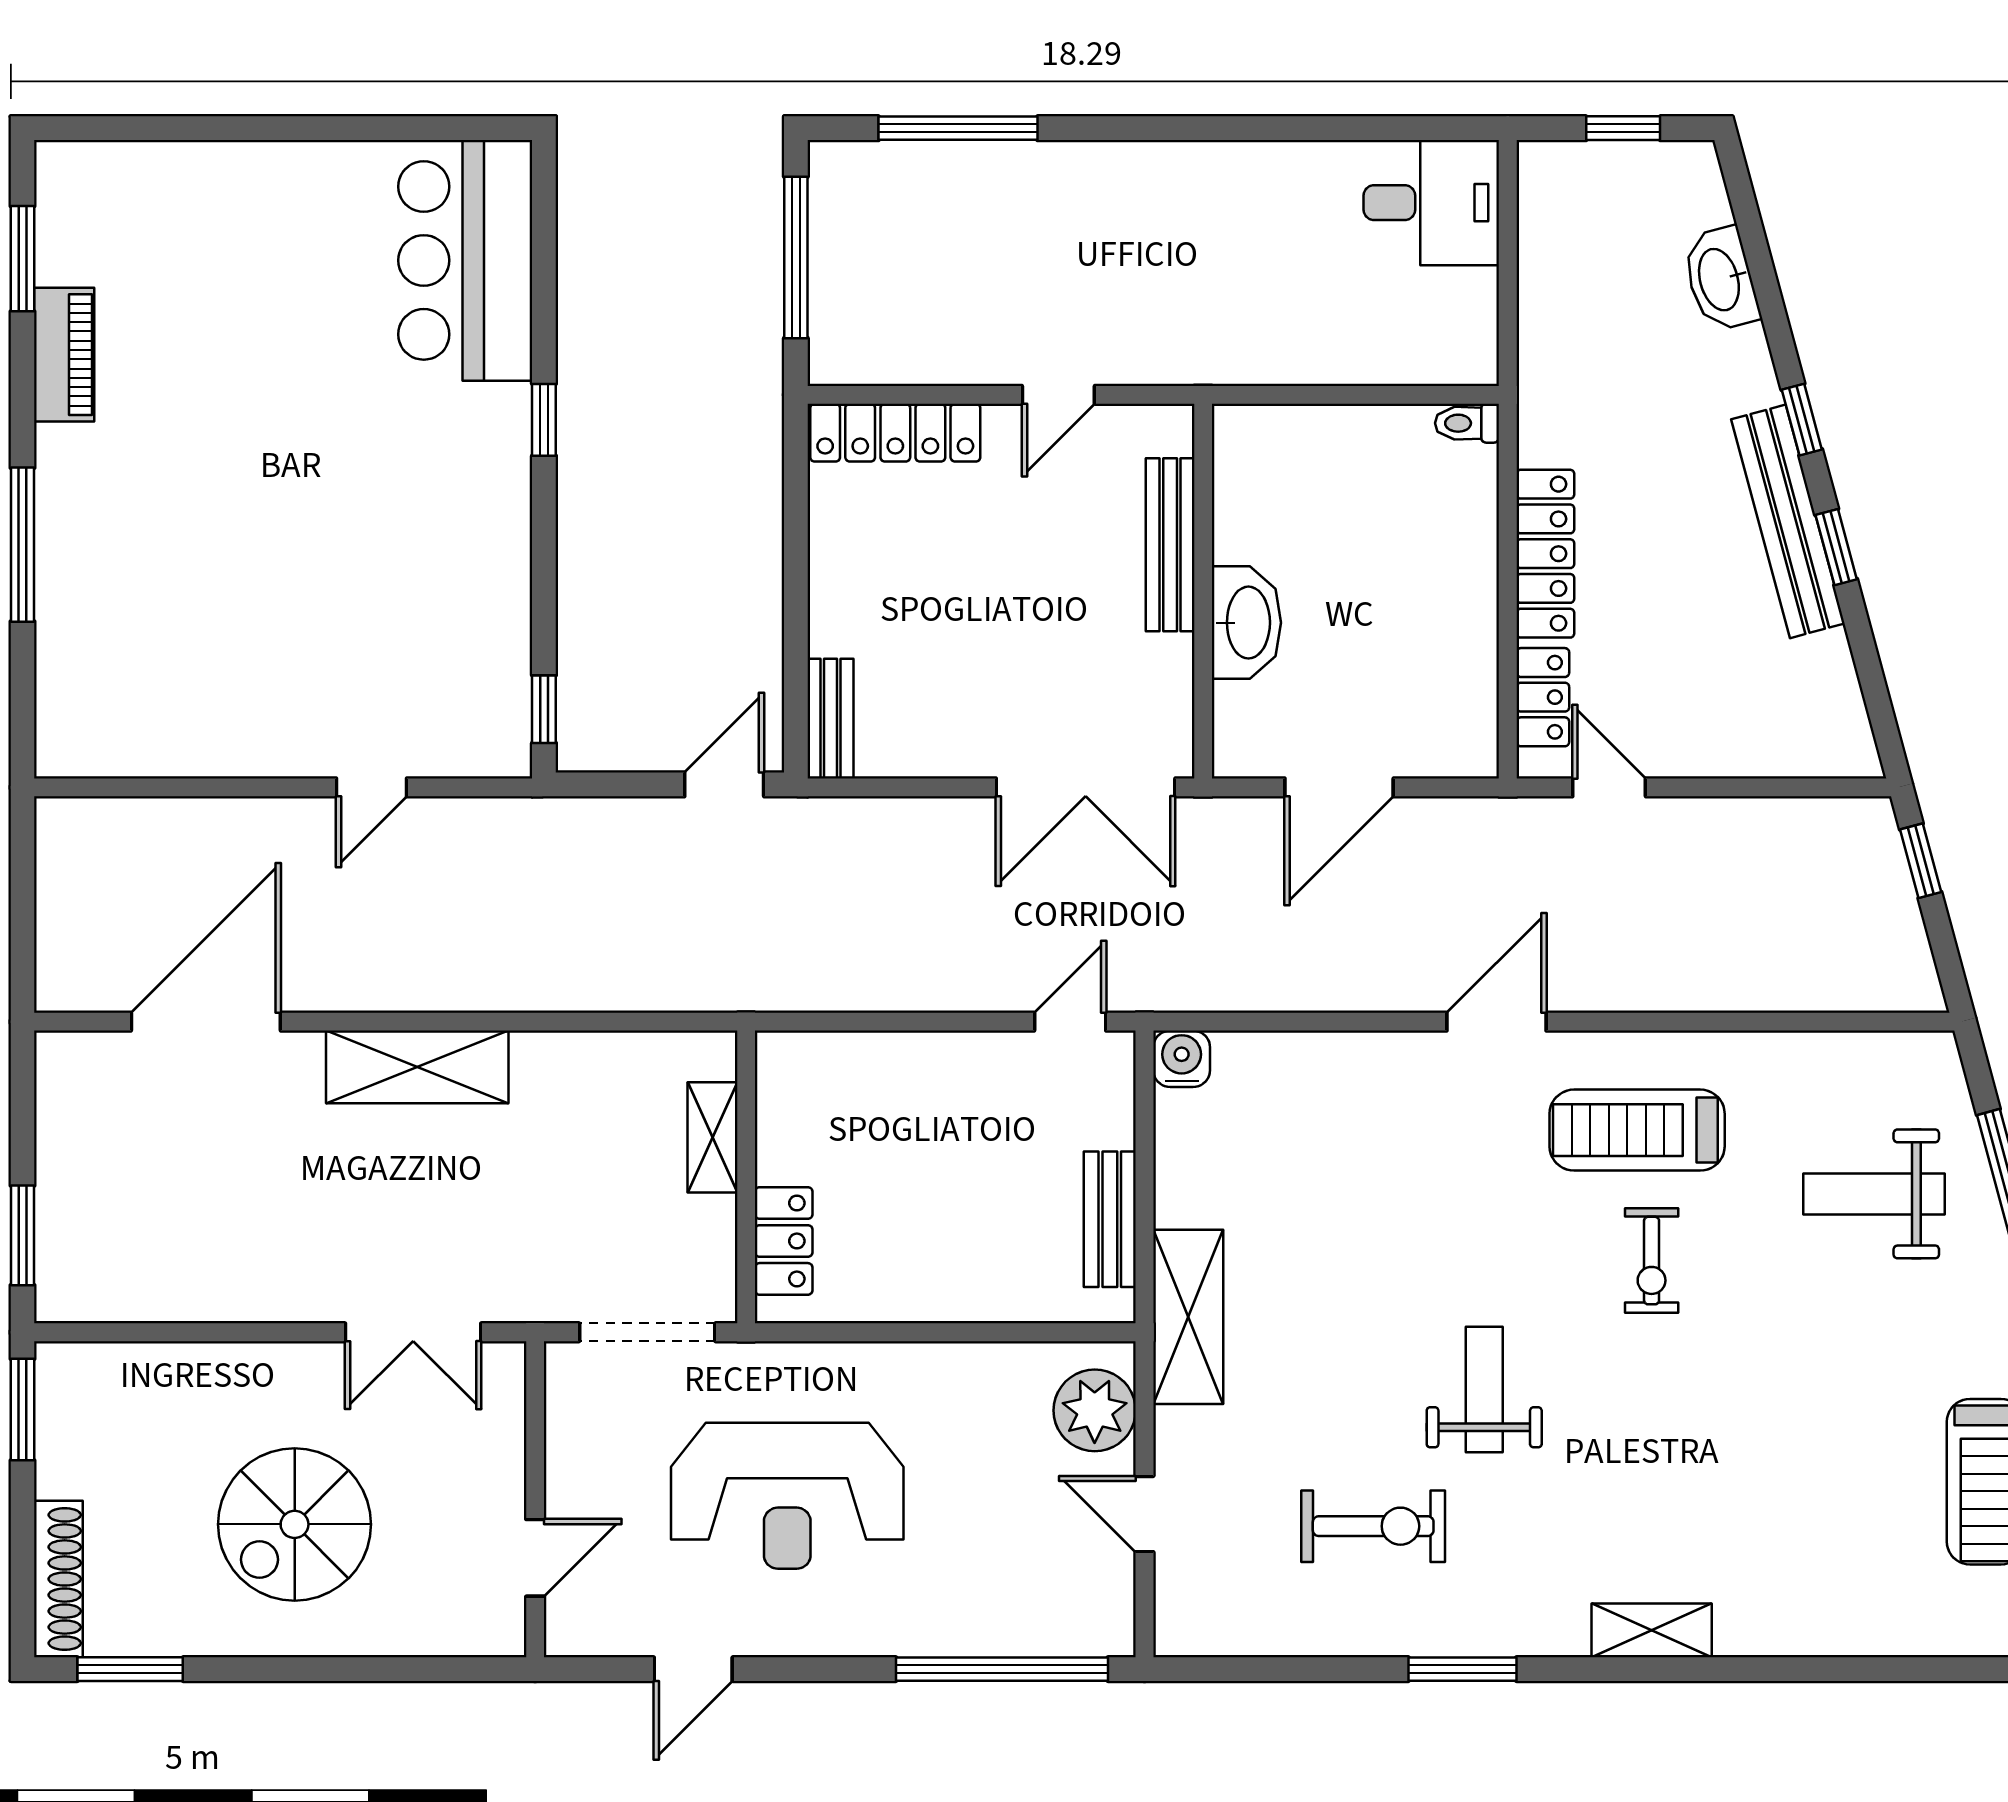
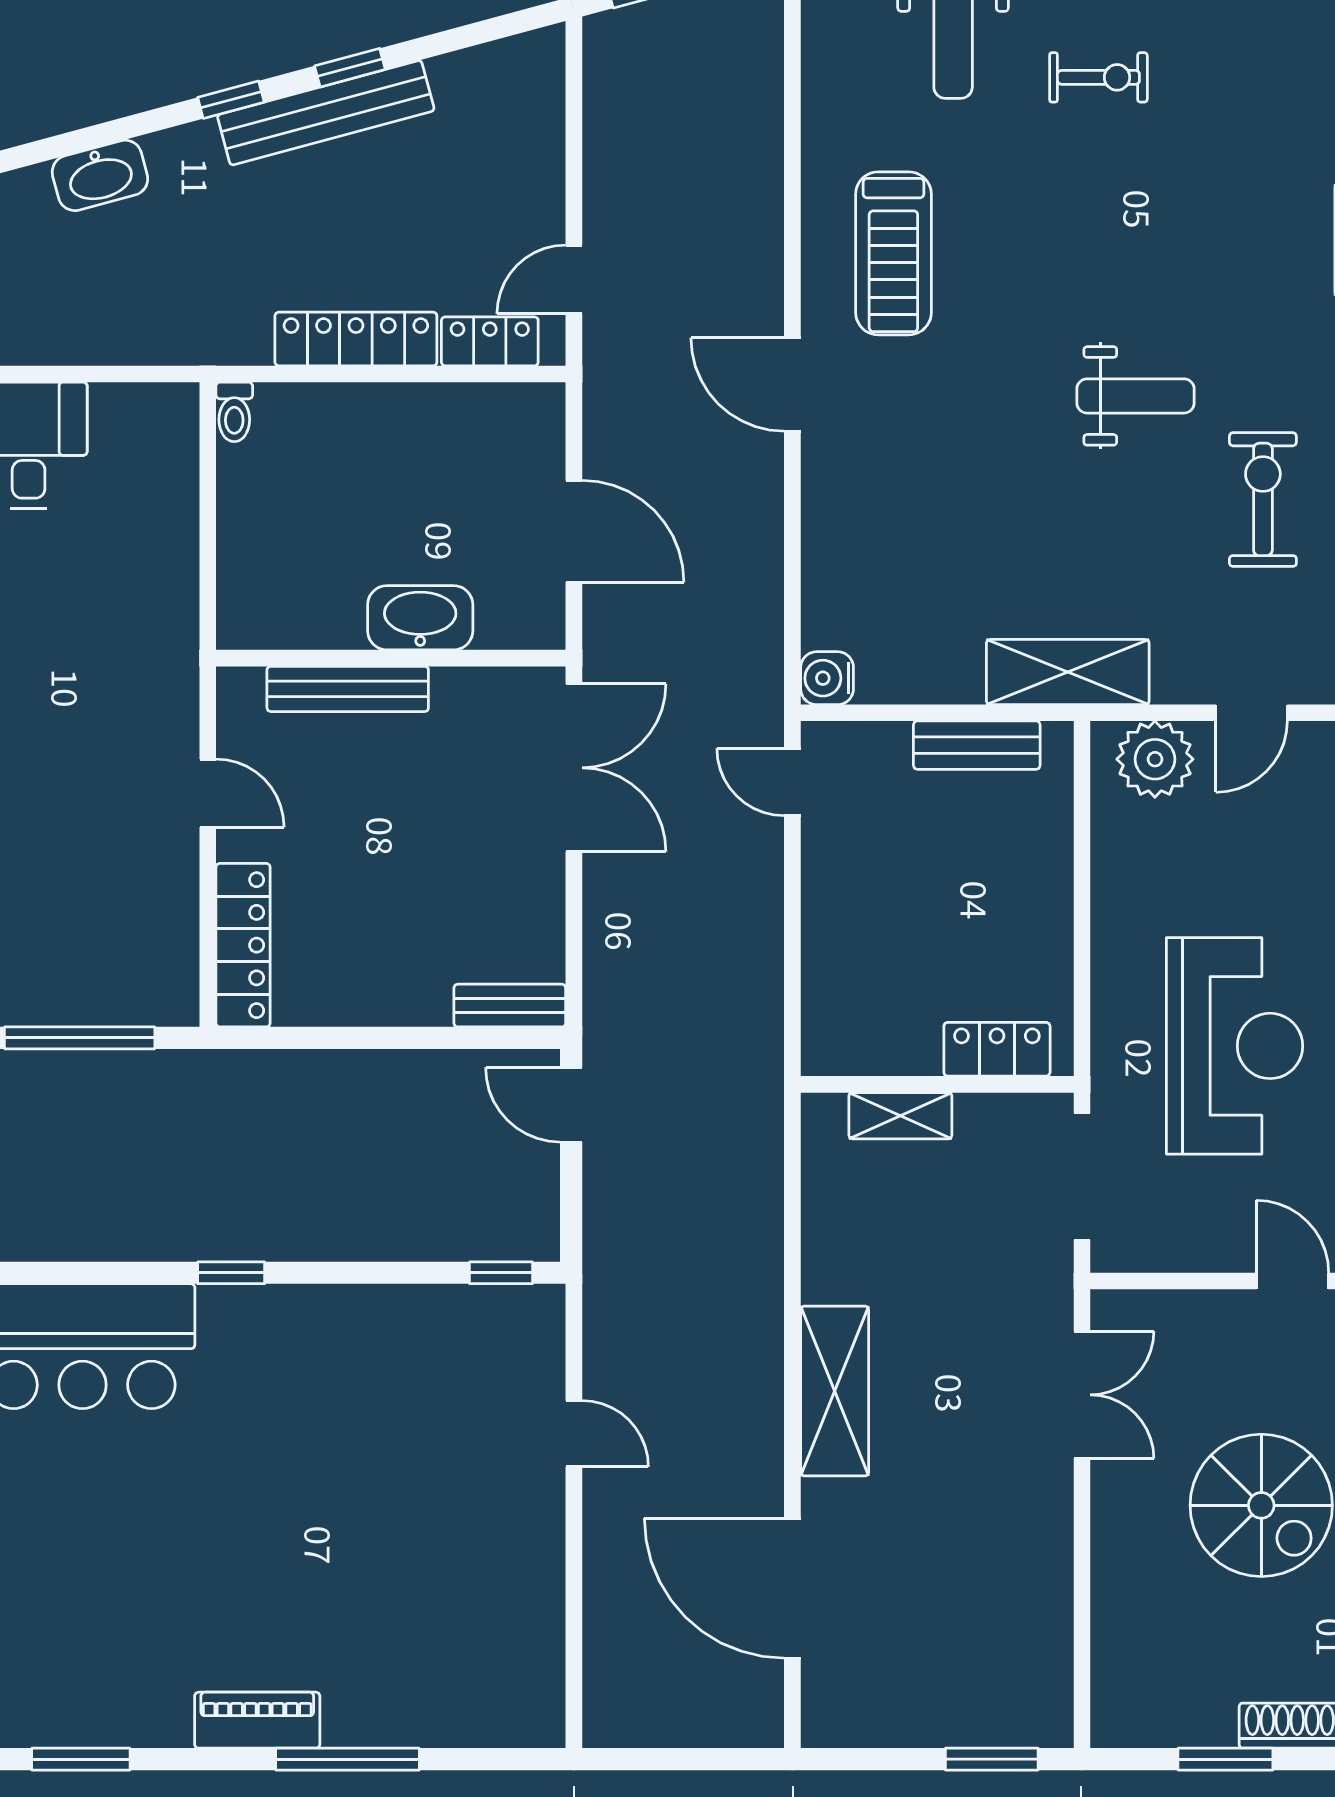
piano: (64, 355) -> (257, 1720), moved
exercise bike: (1652, 1261) -> (1098, 77), moved
weight bench: (1484, 1390) -> (1135, 396), turned 180
window: (22, 1410) -> (1225, 1759), moved

